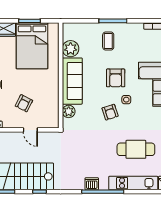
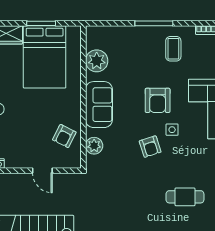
coffee table: (108, 41) -> (173, 49), moved
sofa: (72, 81) -> (99, 105), width x0.73
armchair: (24, 103) -> (64, 136), moved
cafe table: (136, 149) -> (185, 197), width x0.73, depth x0.74

